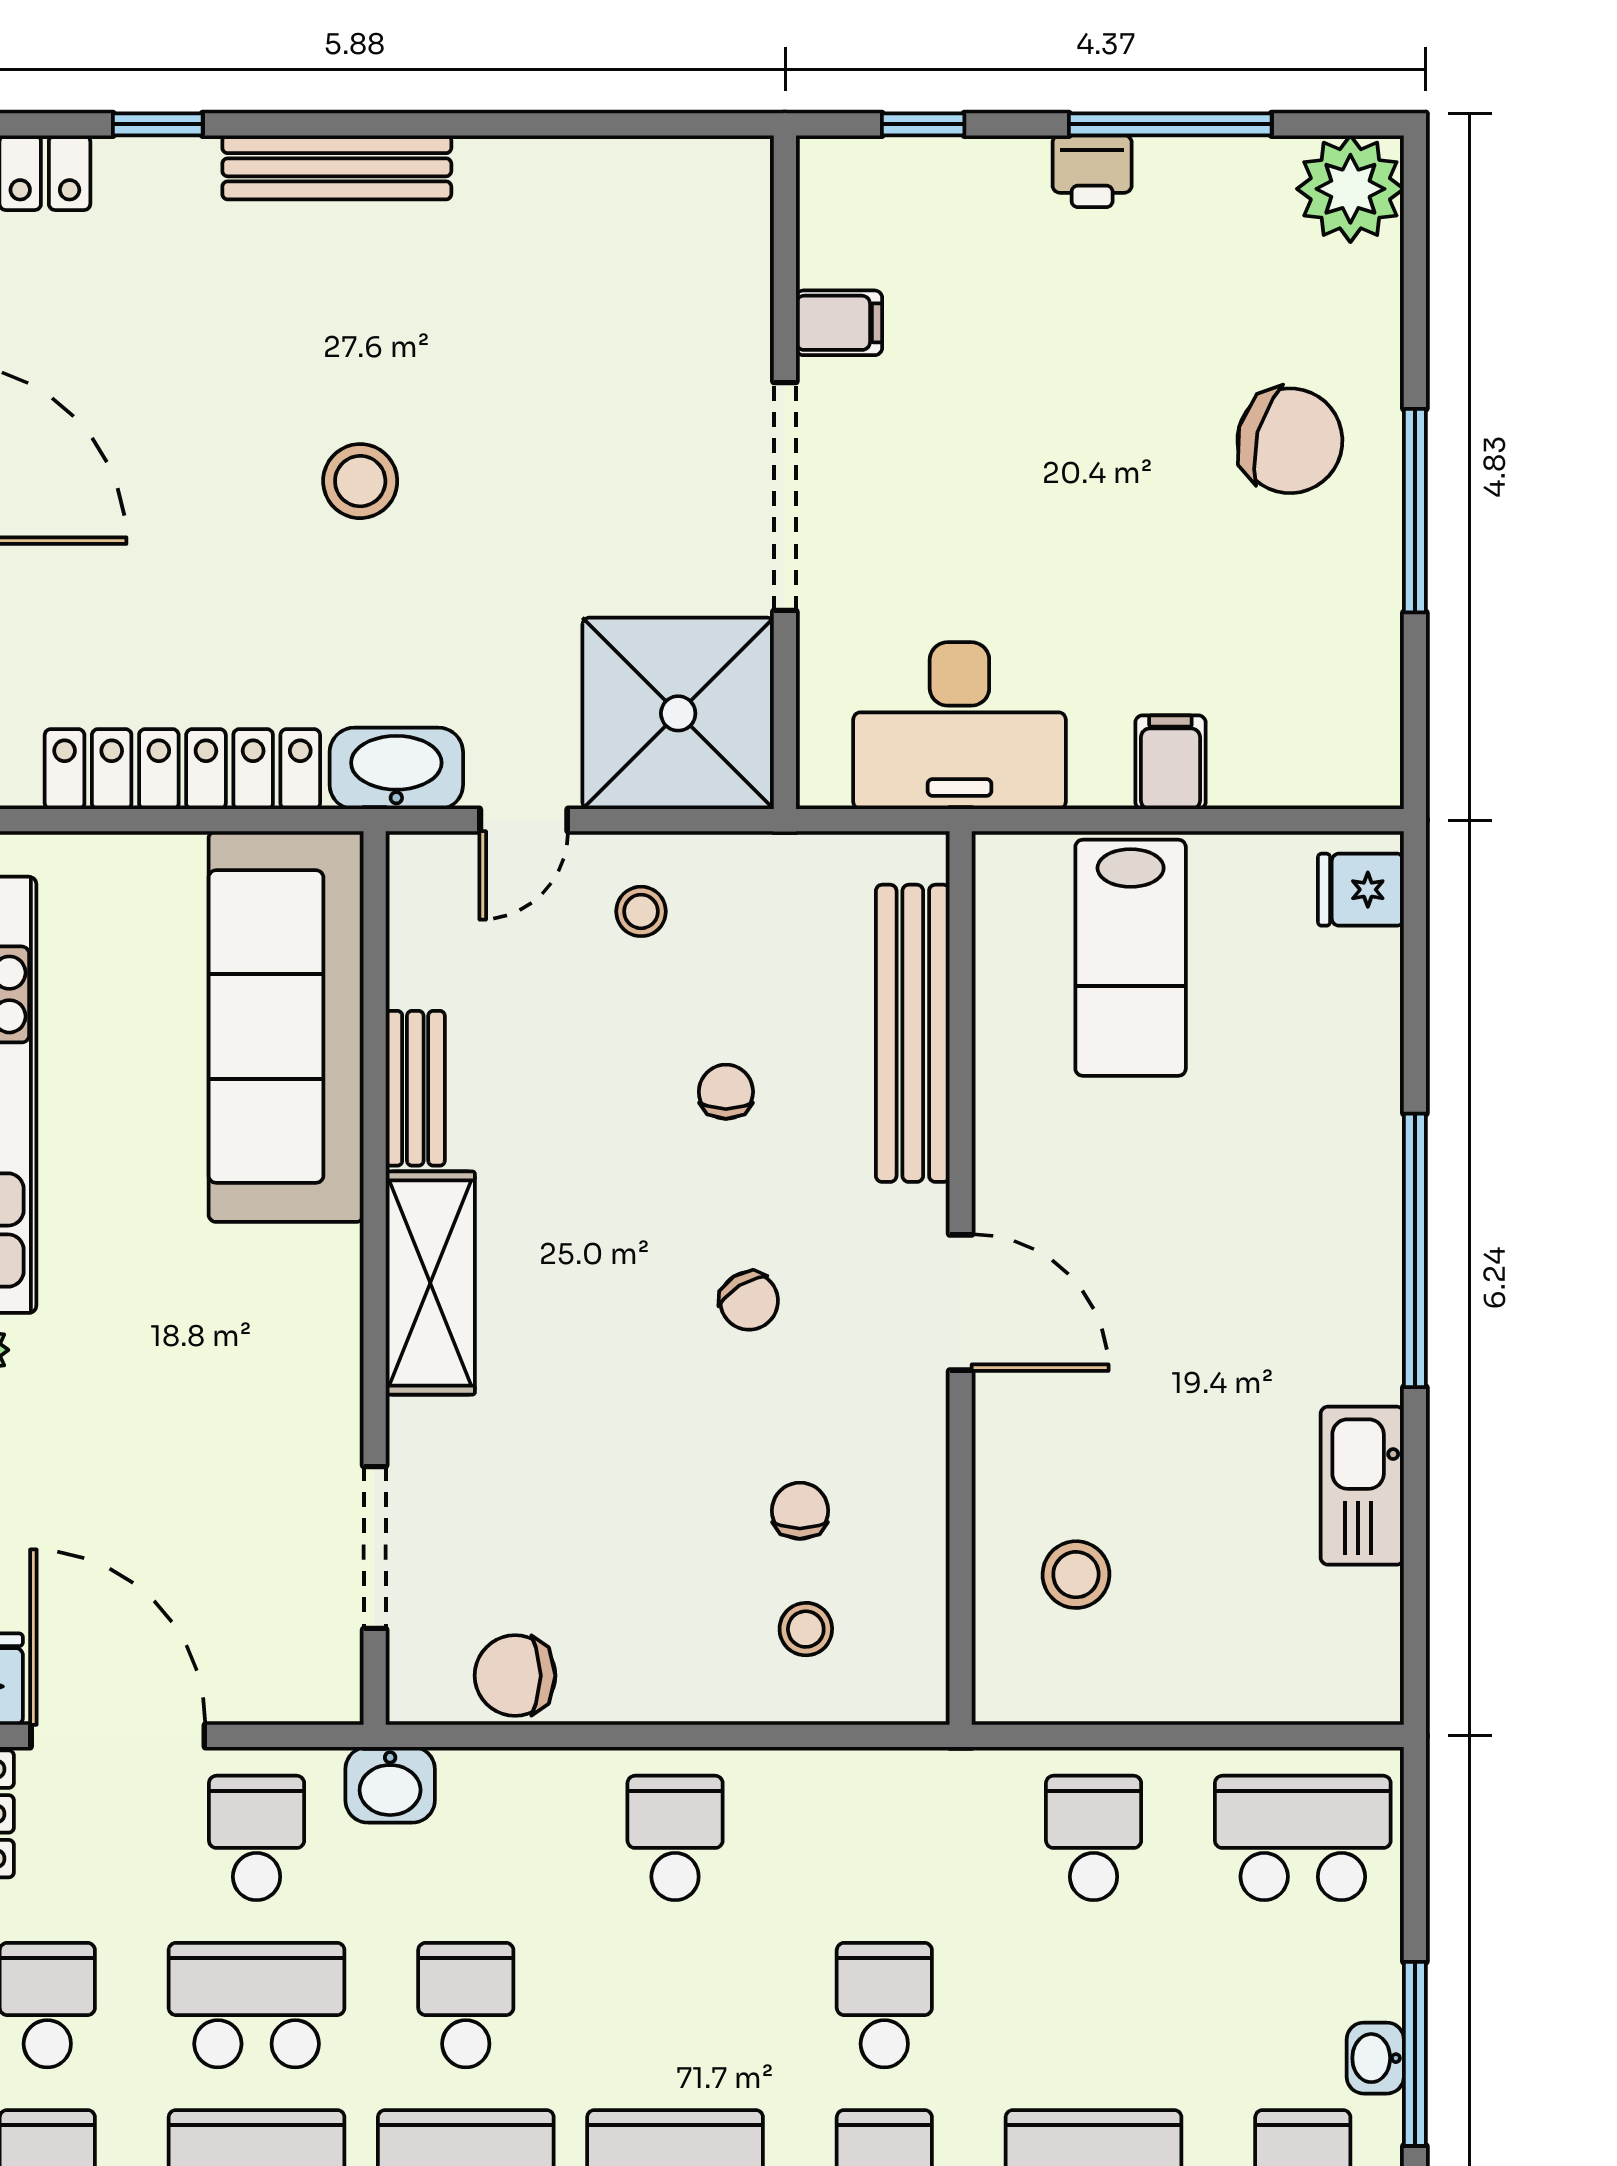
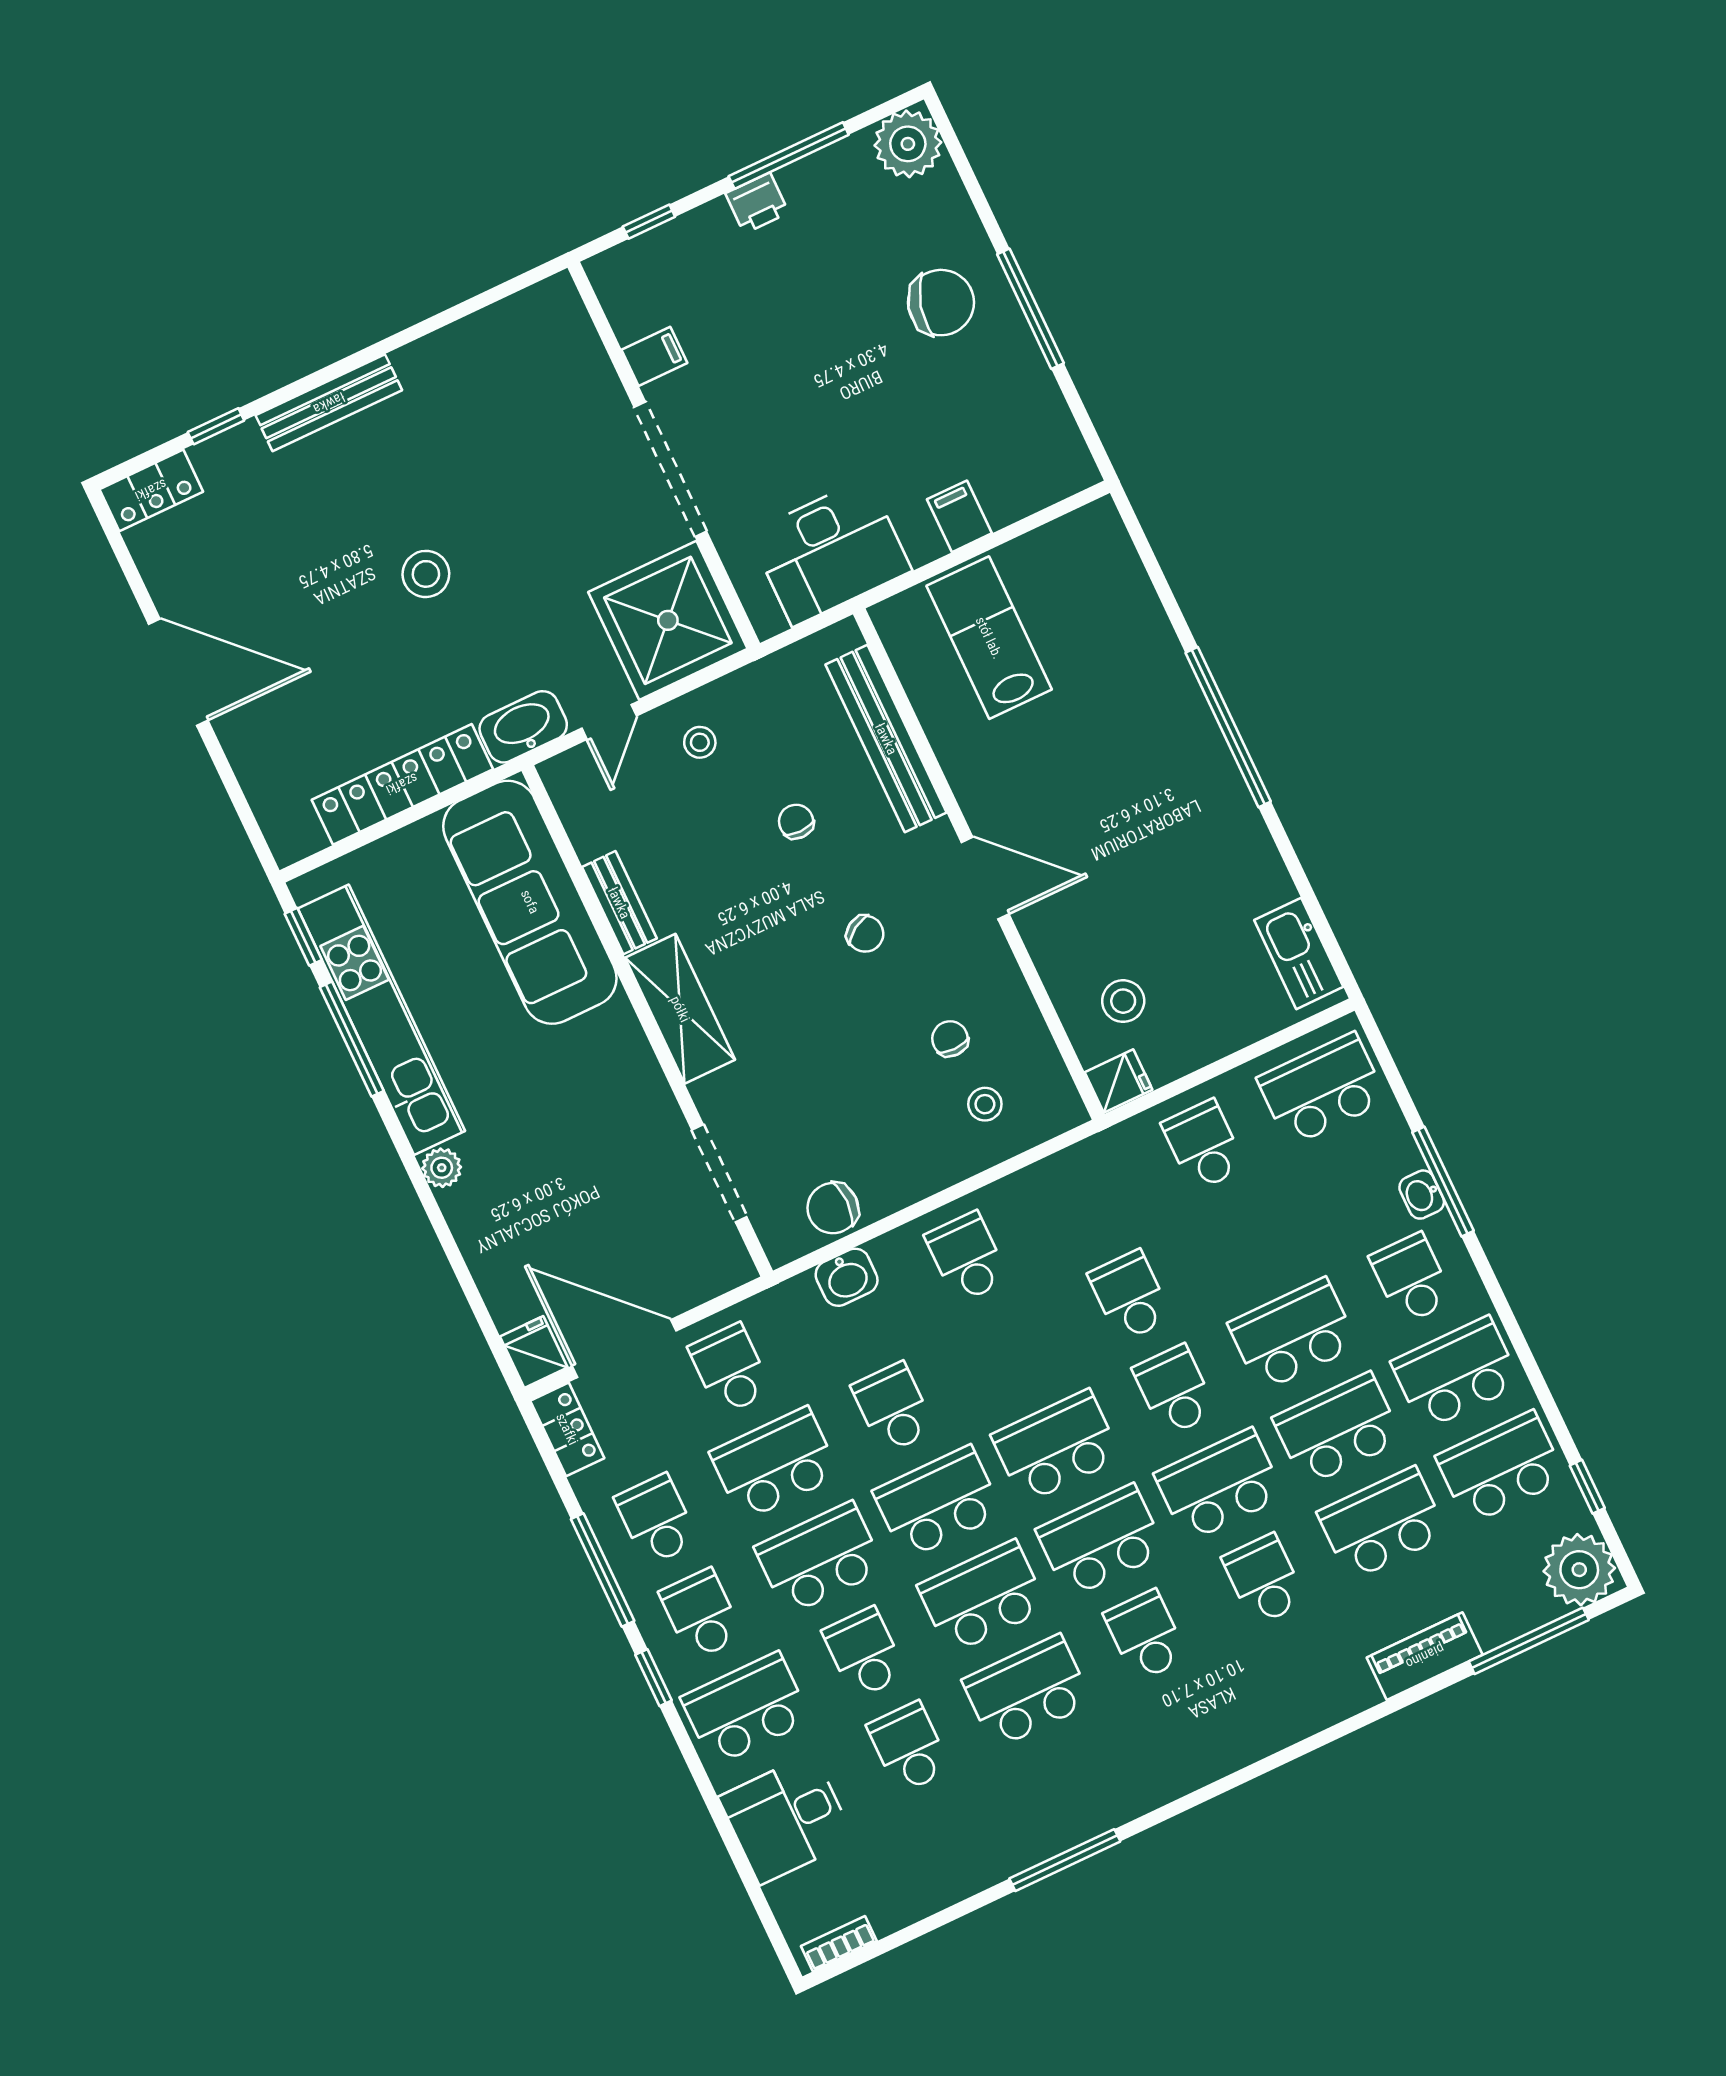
fridge: (1361, 890) -> (1119, 1081), moved, turned 180
lab bench: (1131, 958) -> (989, 638), turned 180
kitchen sink: (1362, 1486) -> (1299, 953), moved
washbasin: (390, 1785) -> (847, 1277), moved

